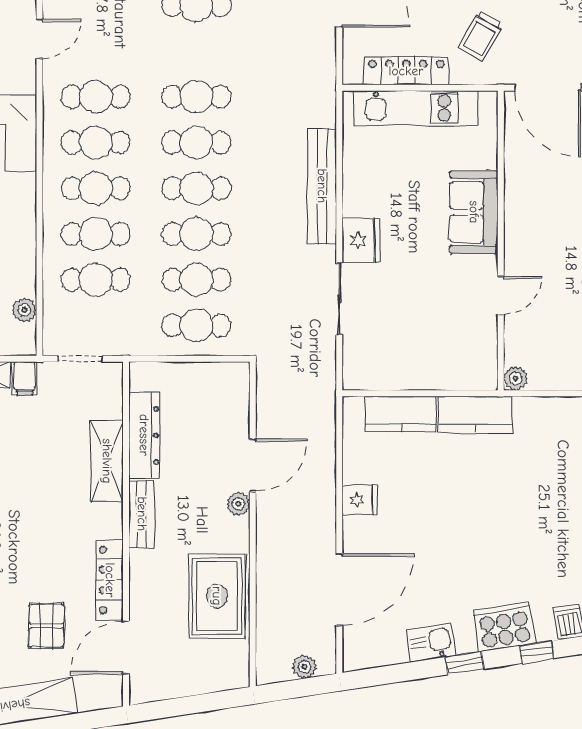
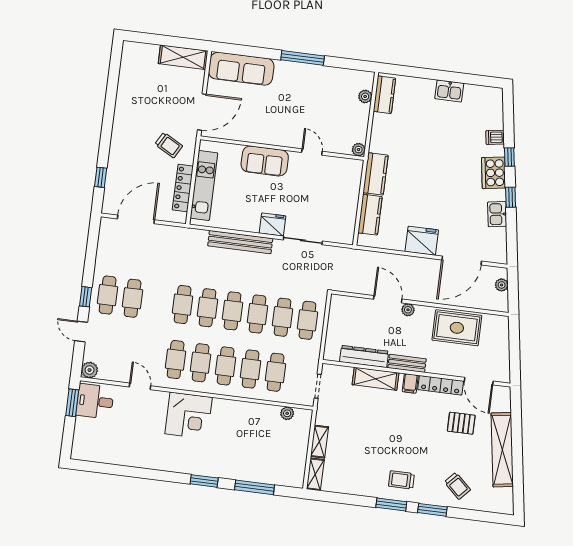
filing cabinet: (24, 378) -> (410, 383), moved, turned 90
fridge: (360, 500) -> (422, 241), width x1.88, depth x1.34
door: (339, 590) -> (462, 260), swing flipped

